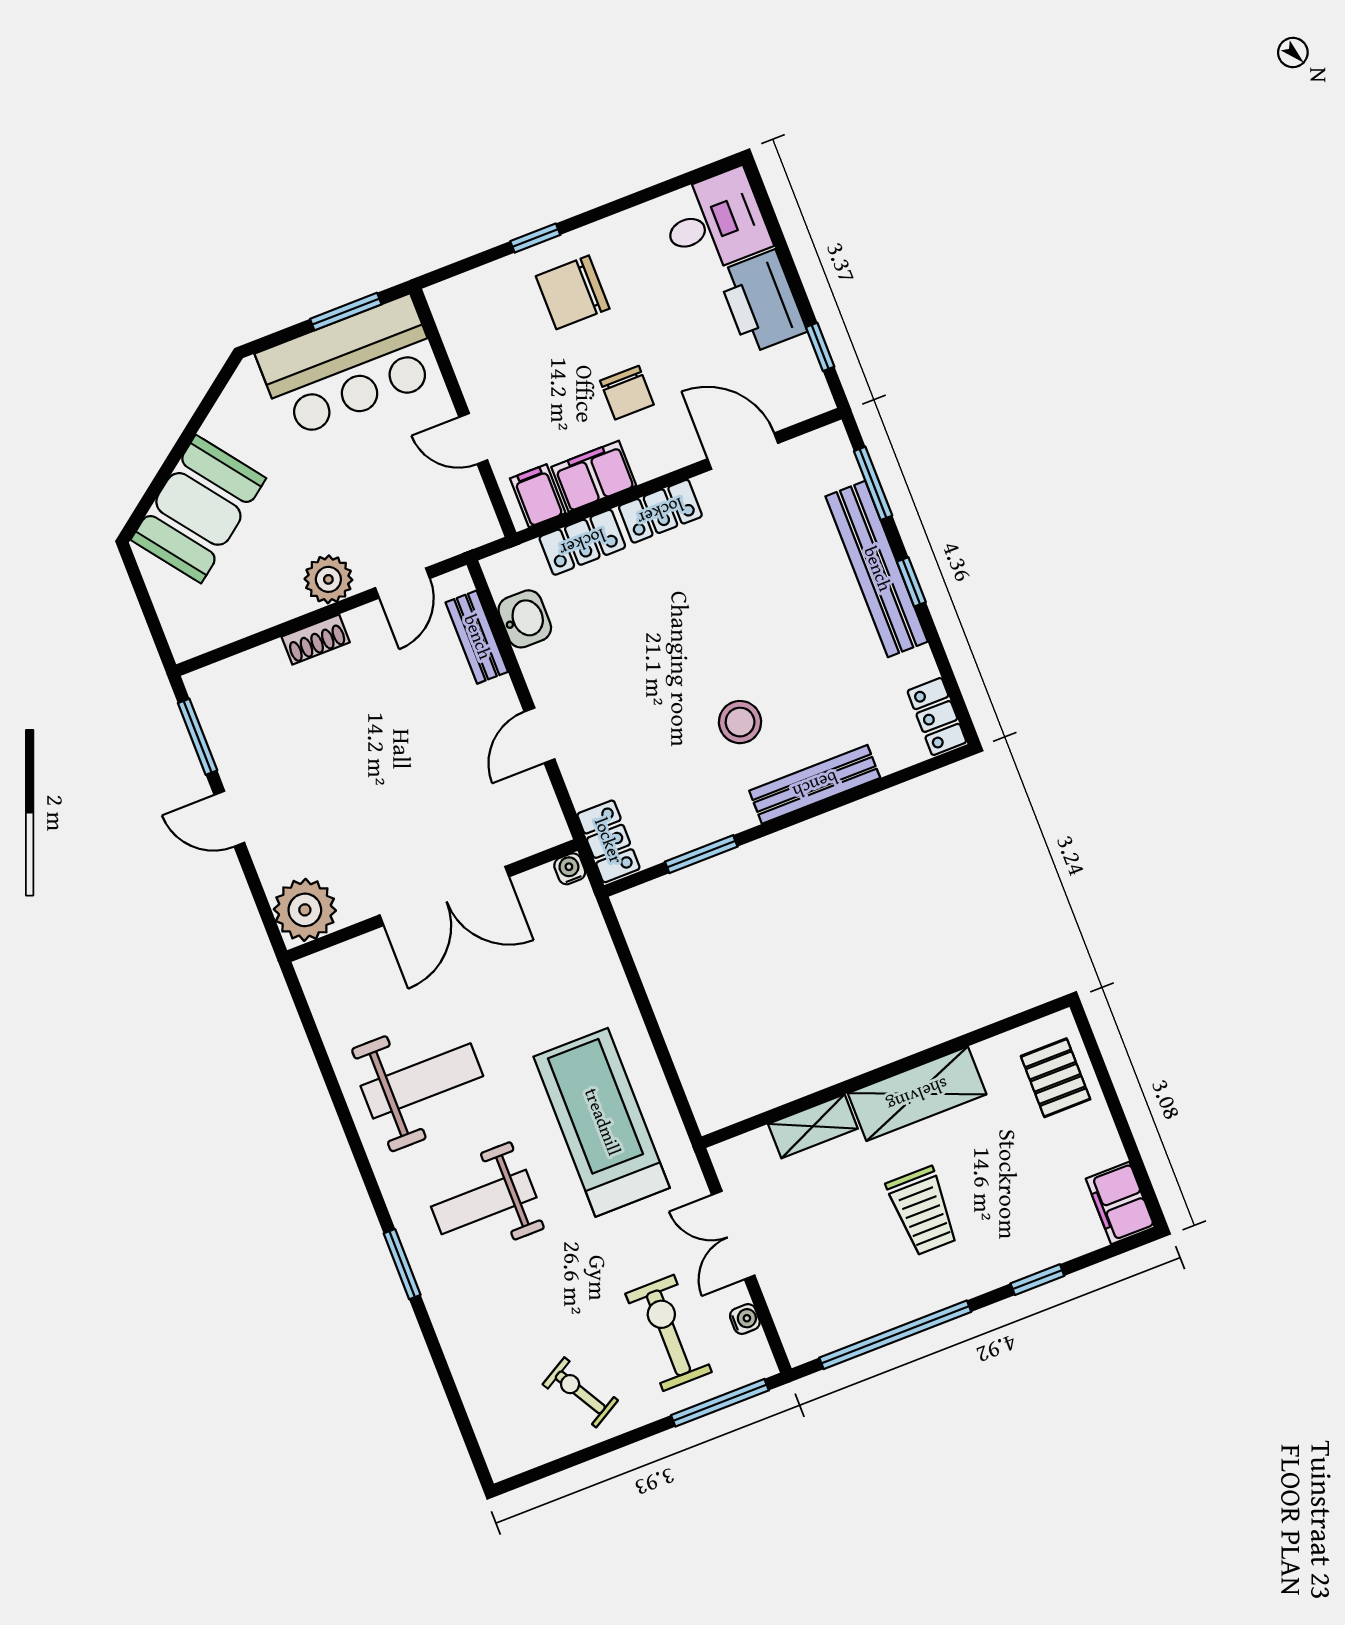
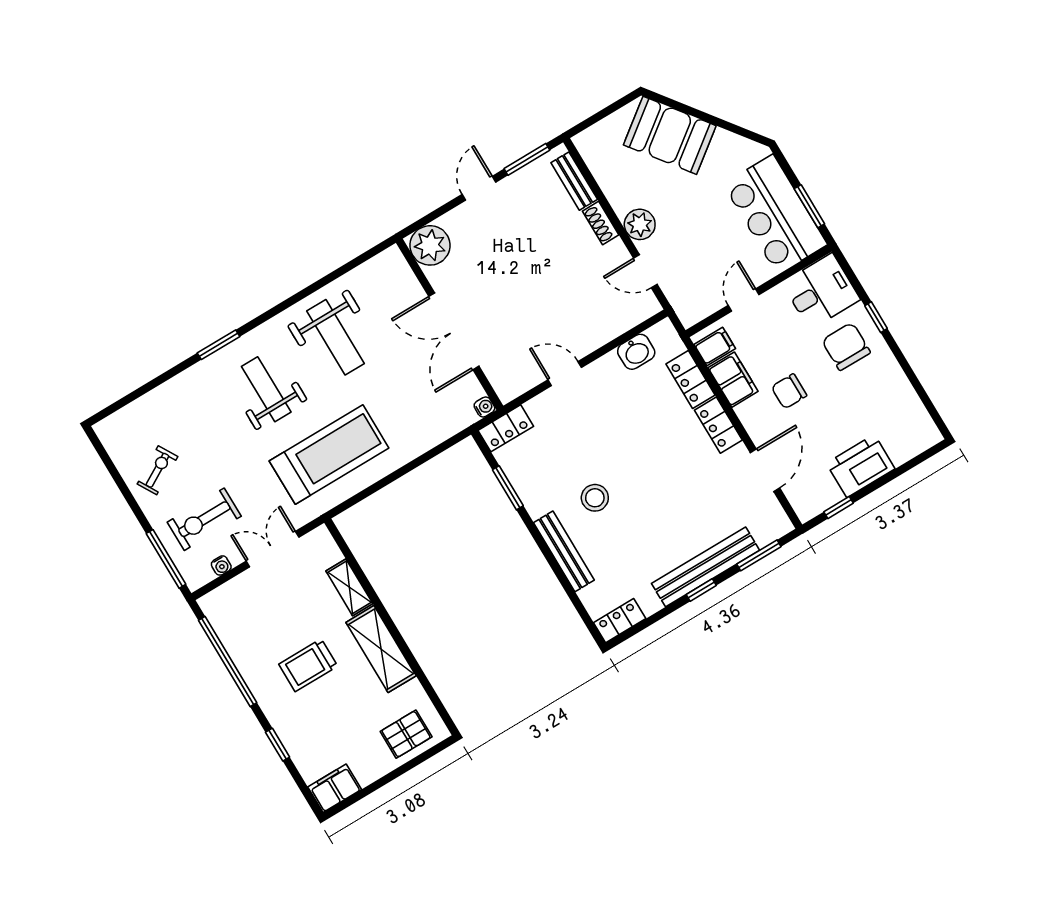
desk: (715, 222) -> (821, 291), moved, turned -90
bench: (477, 637) -> (574, 181), moved, turned 90
exercise bike: (669, 1333) -> (204, 519), turned 180

